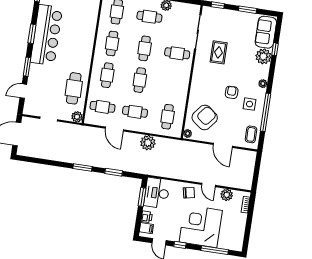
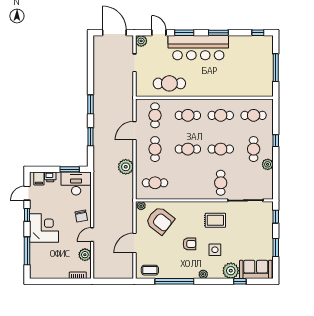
bar counter: (46, 35) -> (198, 48), moved
rug: (219, 52) -> (215, 220), moved
side table: (249, 104) -> (215, 250), moved
plant: (77, 117) -> (141, 41), moved
corner desk: (201, 226) -> (44, 228), width x0.74, depth x0.74

